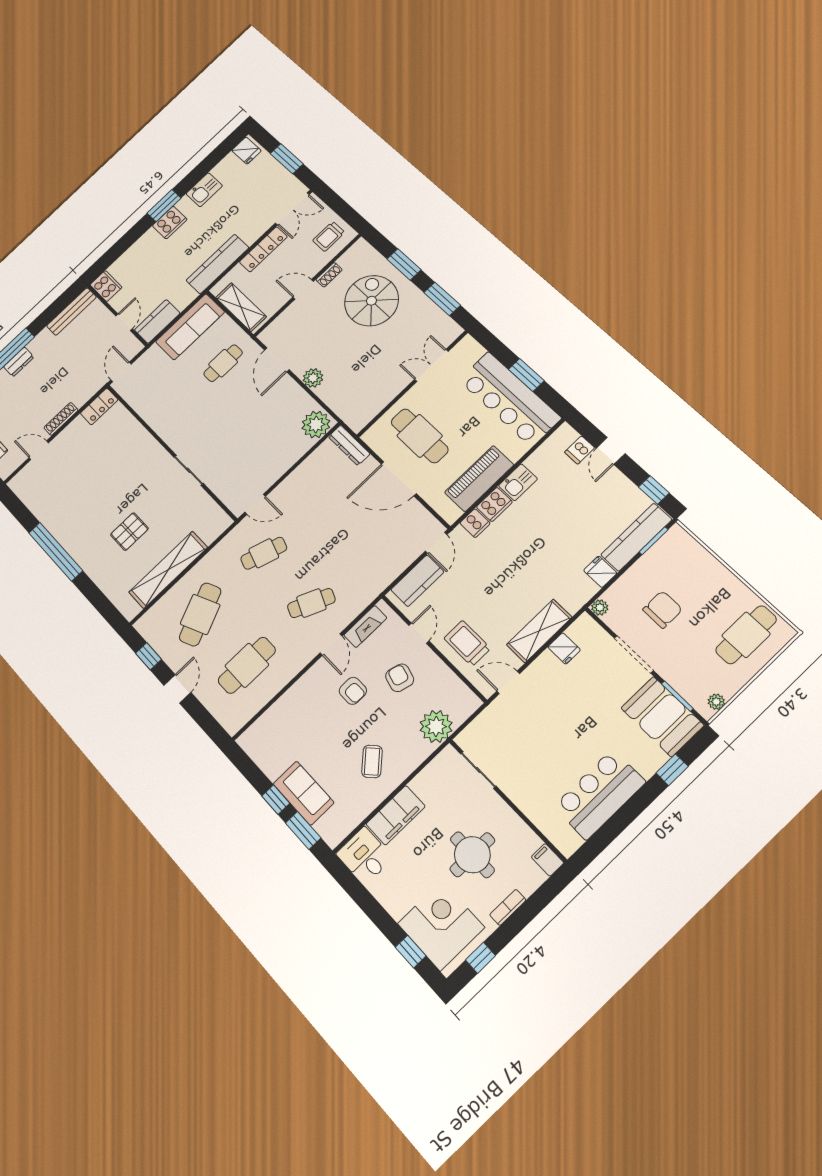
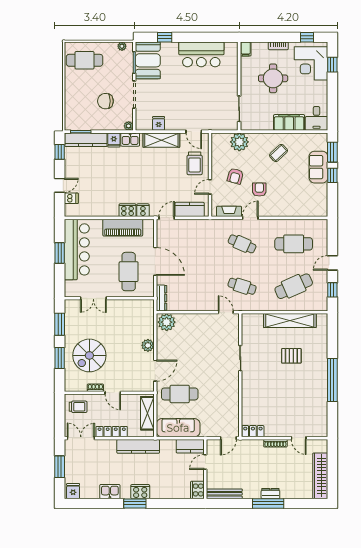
cafe table: (223, 363) -> (180, 394), width x1.37, depth x1.35
kitchen sink: (518, 482) -> (130, 140), moved, turned 180

